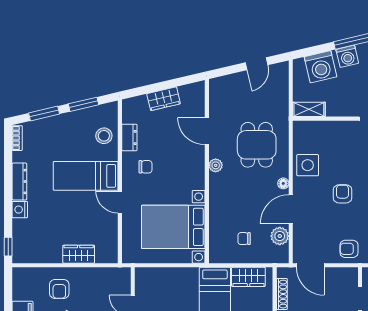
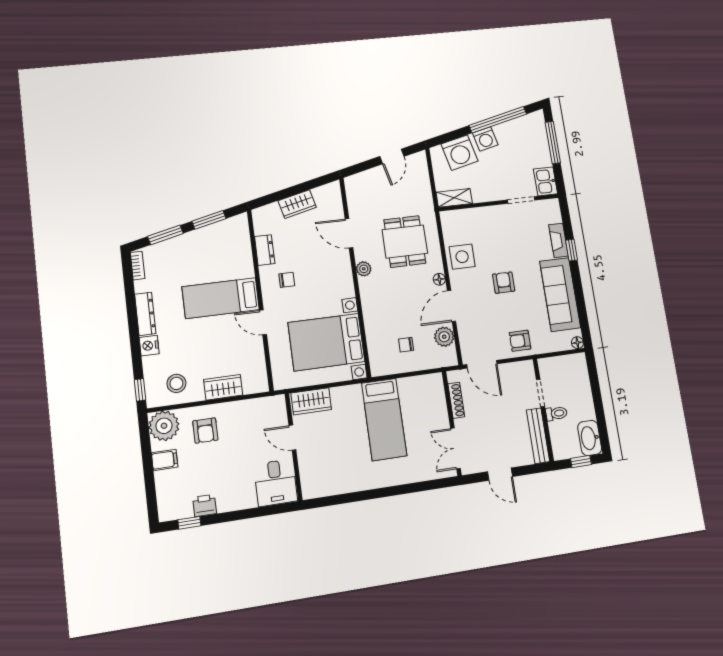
stool: (104, 136) -> (176, 383), moved
wardrobe: (248, 277) -> (311, 401), moved
plant: (25, 280) -> (164, 426), added

